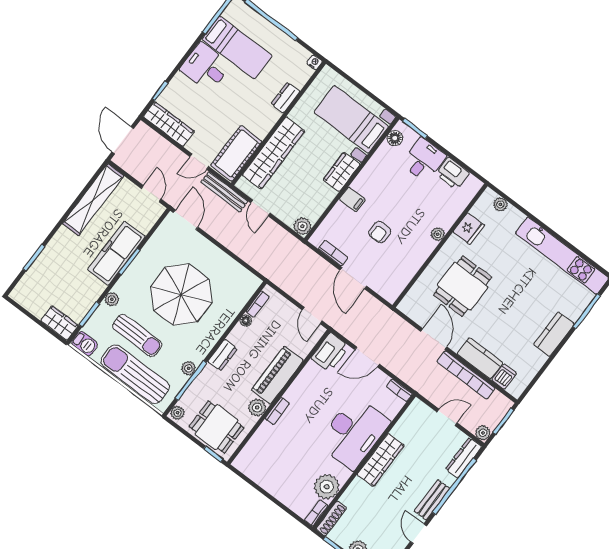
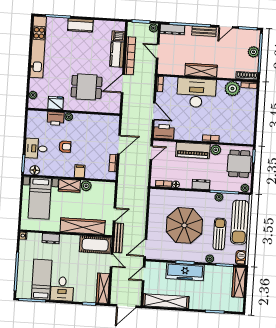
printer: (453, 173) -> (56, 119), moved, turned 90
plant: (302, 226) -> (86, 186), moved
armchair: (380, 232) -> (65, 147), moved
wardrobe: (59, 323) -> (239, 282), width x1.50

